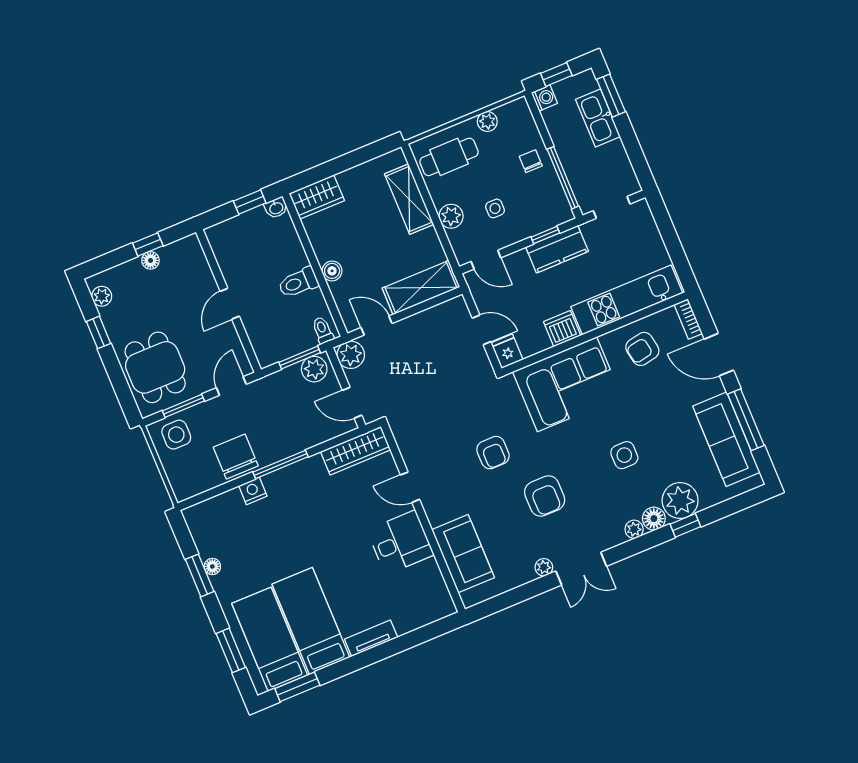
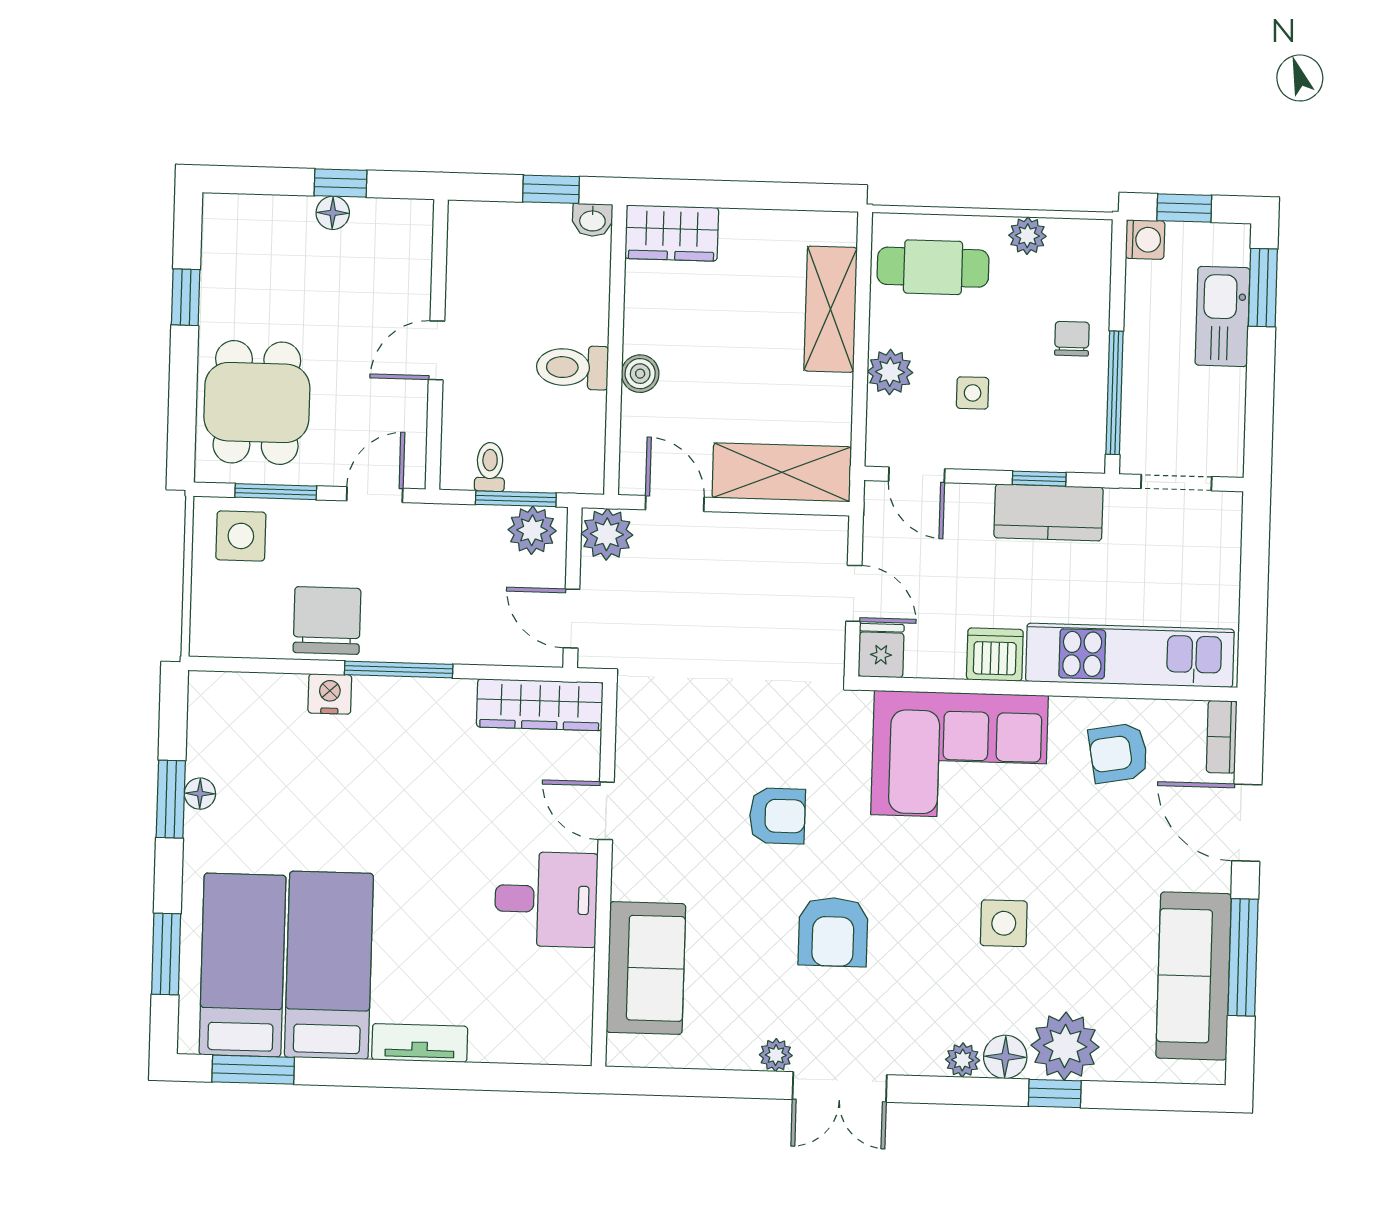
plant: (102, 296) -> (220, 237), removed
toilet: (323, 330) -> (490, 467), moved
armchair: (493, 453) -> (777, 816), turned -90

